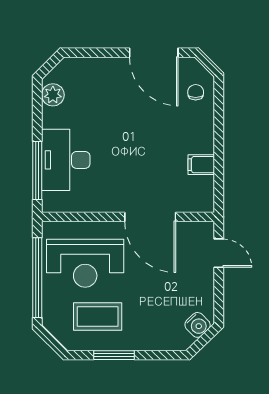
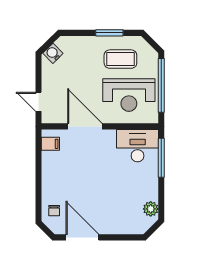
desk: (66, 160) -> (138, 146), moved, turned -90
filing cabinet: (201, 165) -> (50, 144), moved
reception desk: (85, 263) -> (129, 95), turned 180

